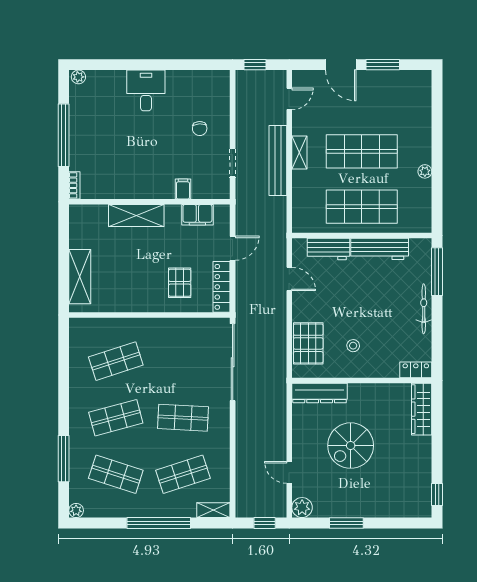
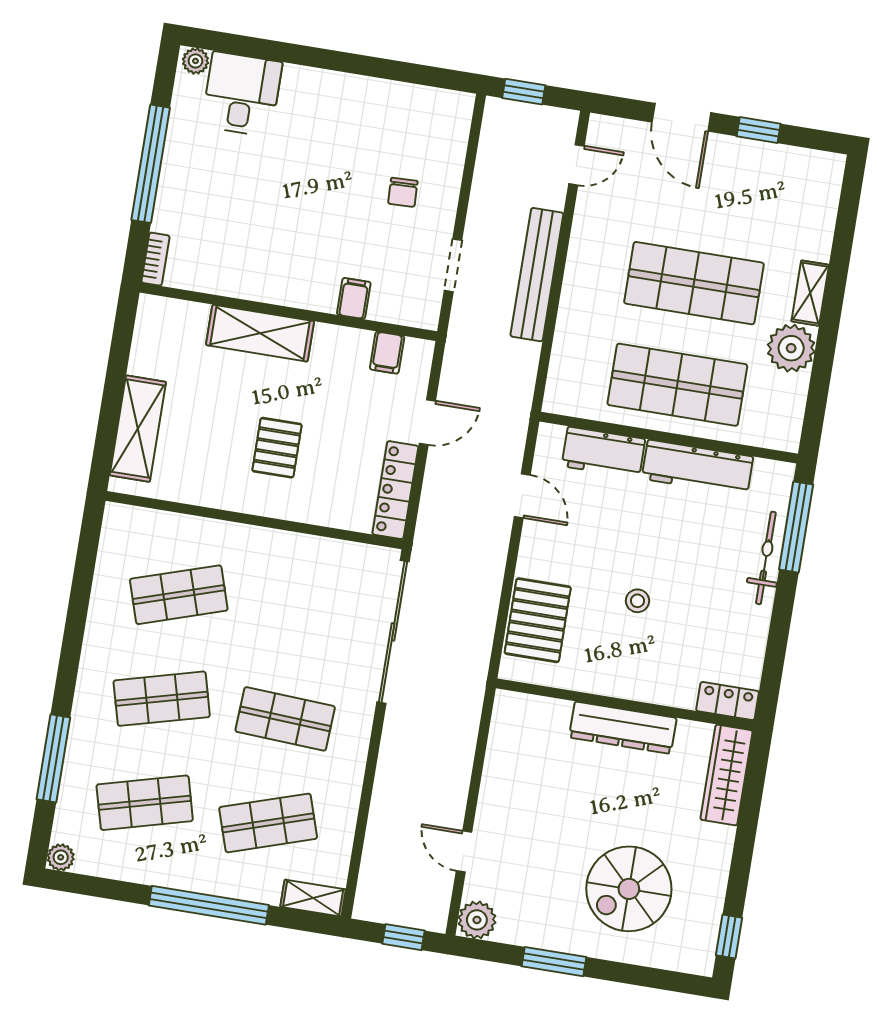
window: (383, 65) -> (759, 130), width x0.67
desk: (146, 90) -> (242, 94), moved
shelving: (299, 153) -> (810, 293), moved
plant: (425, 171) -> (791, 348), width x1.88, depth x1.88
filing cabinet: (197, 215) -> (387, 353), width x0.50
pallet: (180, 283) -> (277, 448), moved
bicycle: (424, 309) -> (766, 558), moved
stool: (353, 346) -> (637, 601), moved
dresser: (320, 393) -> (623, 728), moved
spiral stairs: (351, 446) -> (629, 889), moved
shop shelf: (116, 474) -> (145, 803), turned -33

